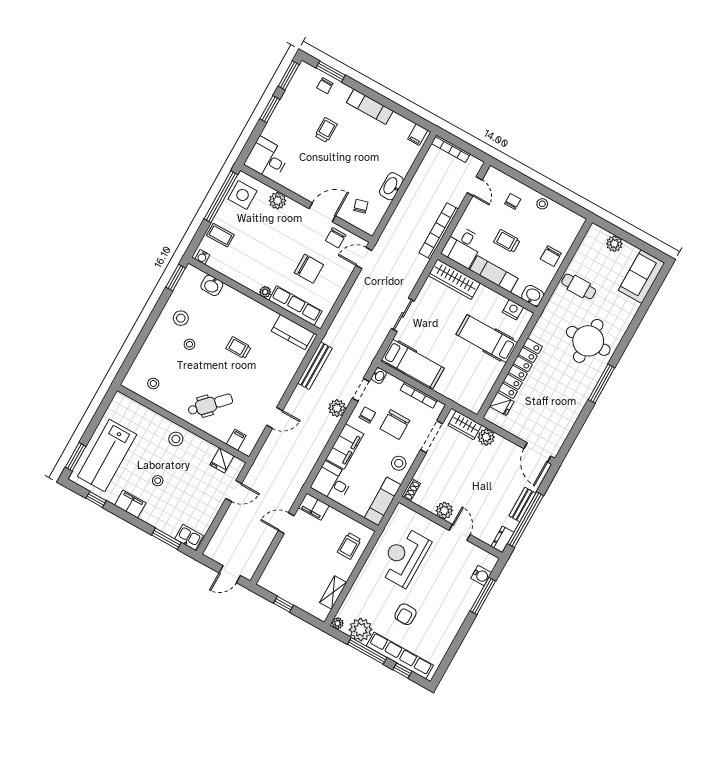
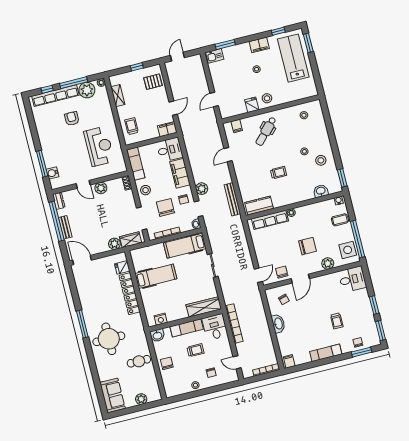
chair: (309, 269) -> (307, 246), moved, turned 180
hospital bed: (487, 339) -> (156, 276), moved
fridge: (222, 460) -> (252, 105), moved
pallet: (281, 572) -> (153, 82), added

